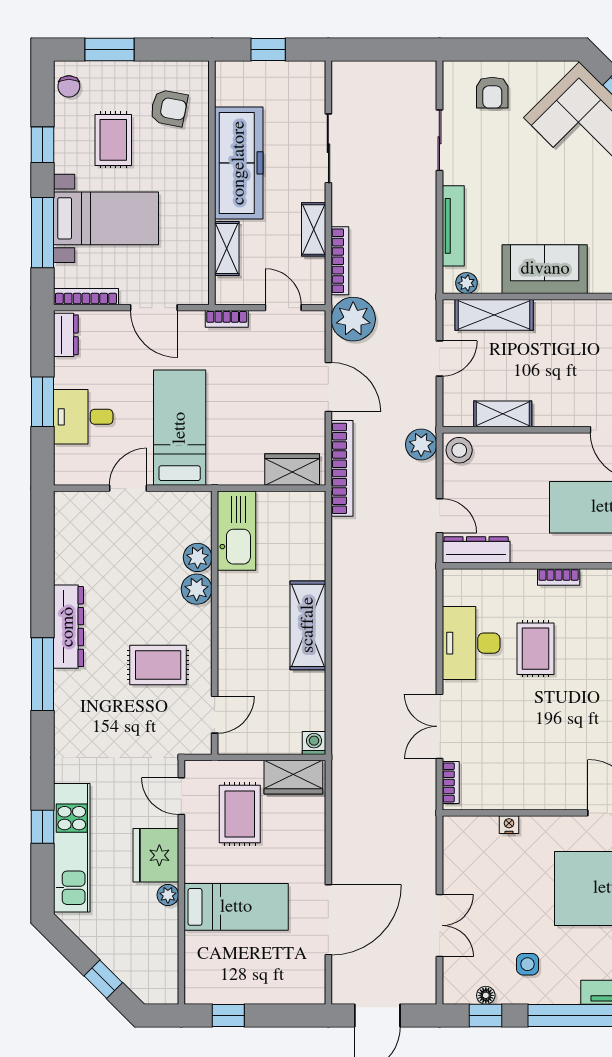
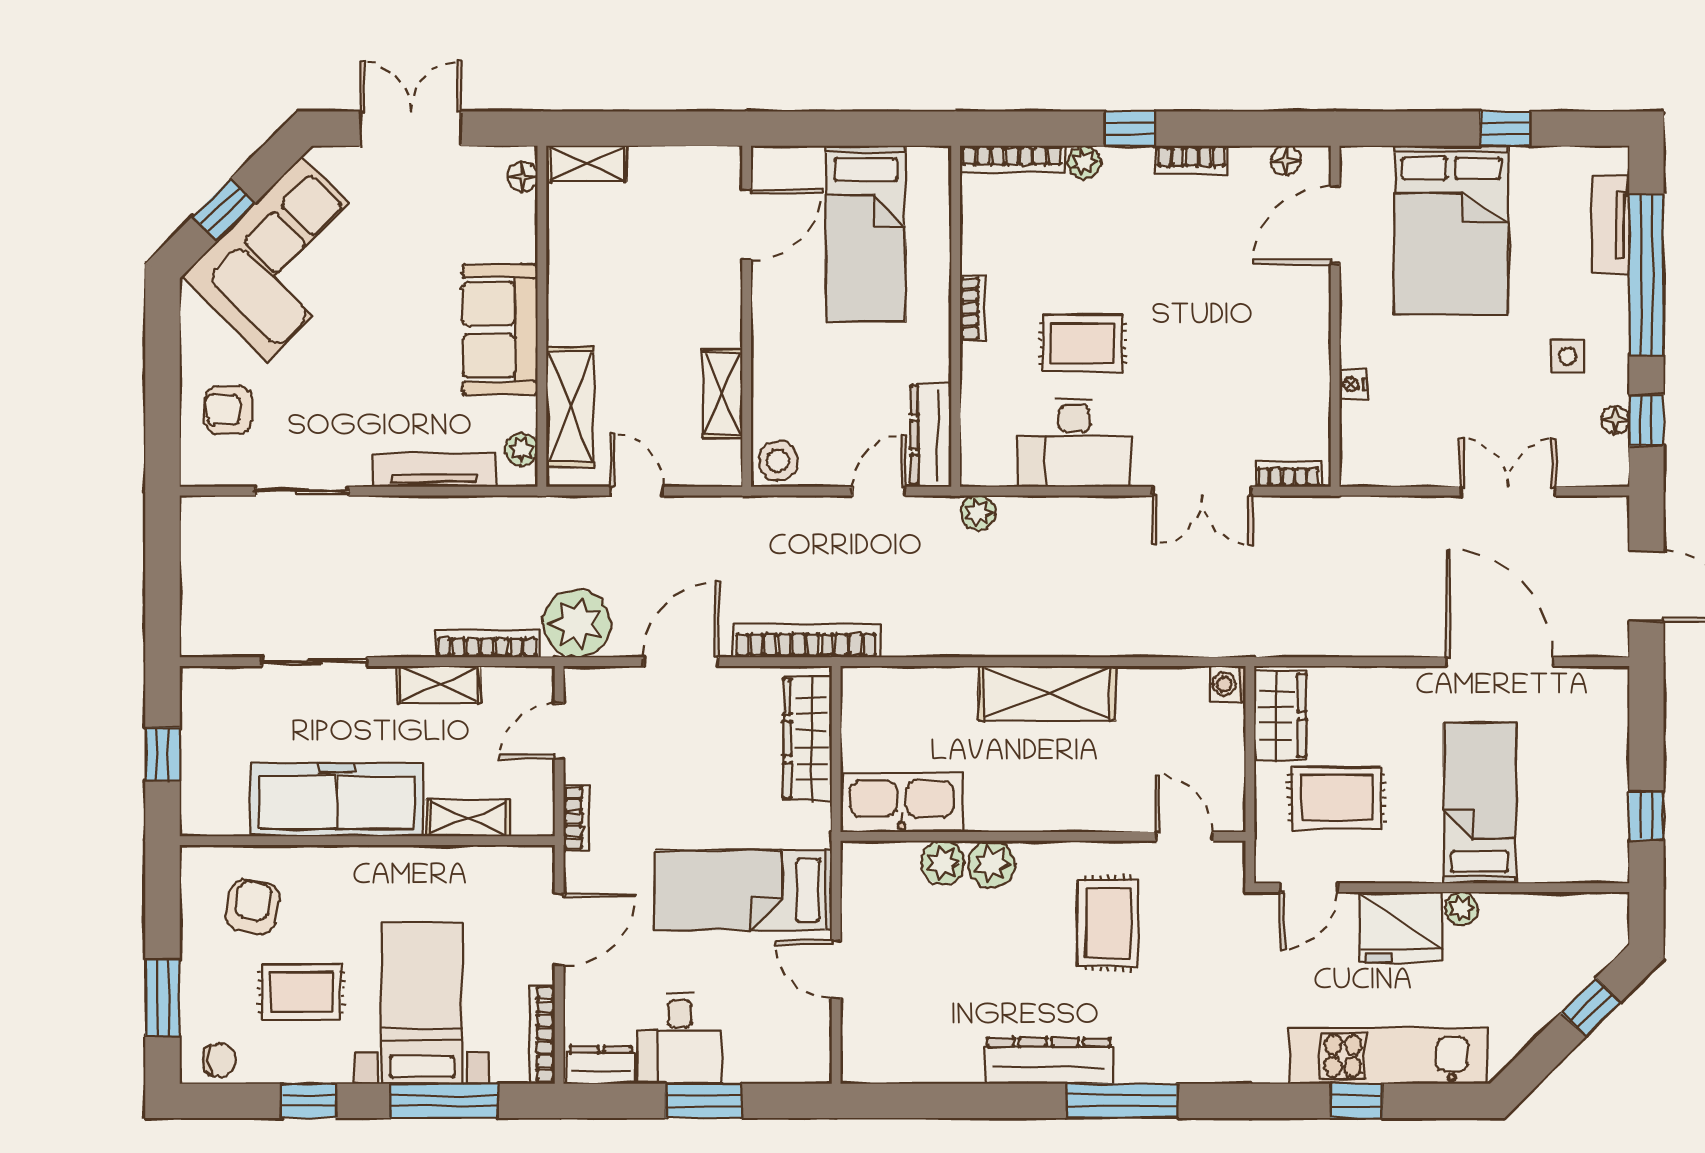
armchair: (492, 93) -> (229, 410), turned 180
desk: (83, 417) -> (680, 1038), moved
plant: (421, 445) -> (978, 513), moved, width x0.73, depth x0.73
wardrobe: (292, 469) -> (808, 738), width x1.50

